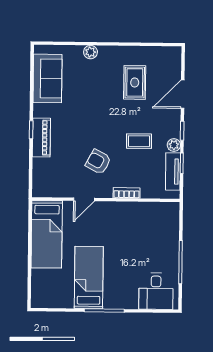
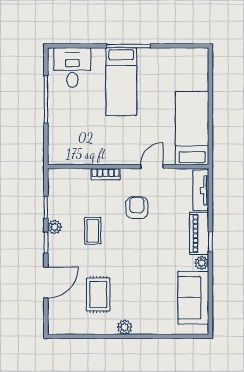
plant: (91, 52) -> (125, 327), moved
plant: (39, 110) -> (202, 263), added
coffee table: (139, 141) -> (93, 231), turned 90
armchair: (98, 162) -> (137, 208), turned -118
tv unit: (173, 171) -> (201, 190), moved, turned 180
bed: (89, 277) -> (121, 82), moved

